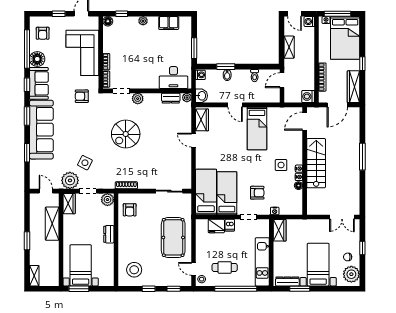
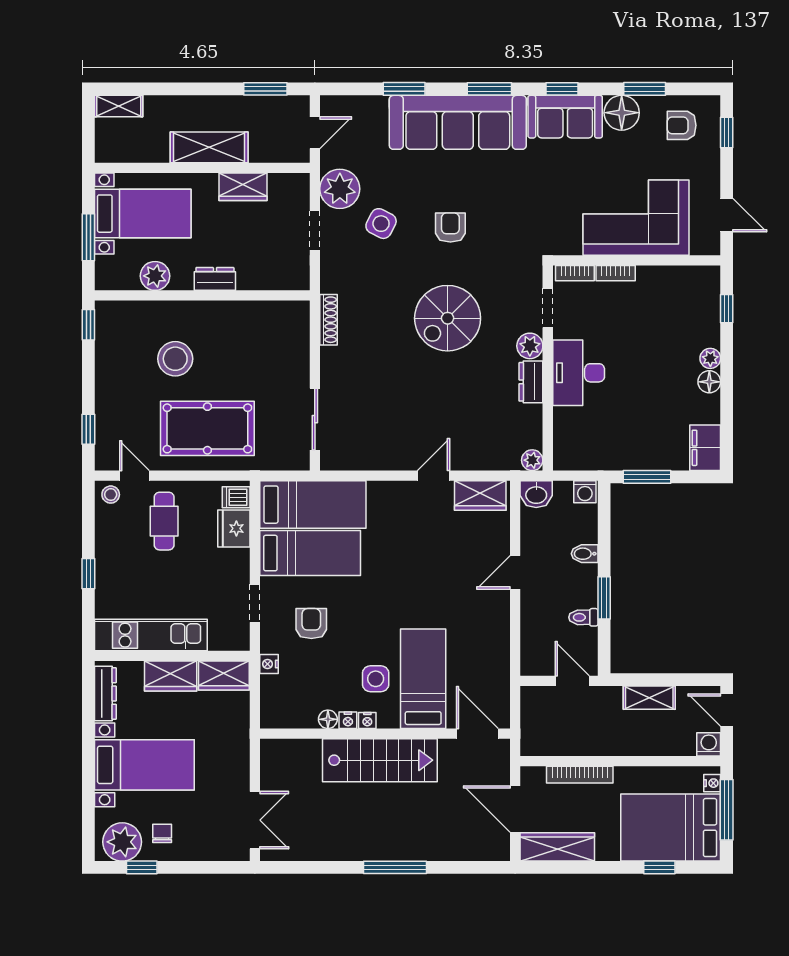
window: (59, 14) -> (727, 133), moved
door: (295, 14) -> (727, 710), hinge flipped
floor lamp: (108, 21) -> (709, 382), moved
filing cabinet: (169, 23) -> (705, 448), moved
window: (27, 49) -> (645, 89), width x0.47
window: (362, 64) -> (659, 867), moved
window: (226, 67) -> (604, 598), moved
desk: (173, 78) -> (579, 373), moved
armchair: (82, 96) -> (450, 227), moved
washing machine: (308, 96) -> (535, 742), removed
dresser: (171, 98) -> (531, 382), moved
bed: (257, 129) -> (423, 679), moved, turned 90
spiral stairs: (126, 134) -> (448, 318), turned -90
armchair: (257, 193) -> (311, 624), turned 180
plant: (107, 200) -> (155, 276), moved
wardrobe: (69, 204) -> (243, 187), moved
armchair: (130, 210) -> (272, 327), removed
double door: (342, 217) -> (255, 820), swing flipped
shelving: (52, 224) -> (209, 147), moved
dishwasher: (230, 225) -> (236, 497), moved
window: (27, 241) -> (265, 89), moved
window: (362, 248) -> (142, 867), moved
wardrobe: (280, 253) -> (171, 676), added
cafe table: (225, 267) -> (164, 521), moved
door: (194, 269) -> (134, 476), hinge flipped
stool: (134, 270) -> (175, 359), moved
window: (79, 289) -> (88, 237), moved
window: (149, 289) -> (88, 325), moved
window: (236, 289) -> (88, 574), width x0.32
window: (300, 289) -> (88, 722), removed

